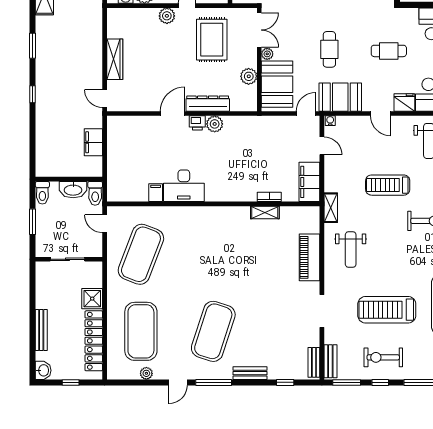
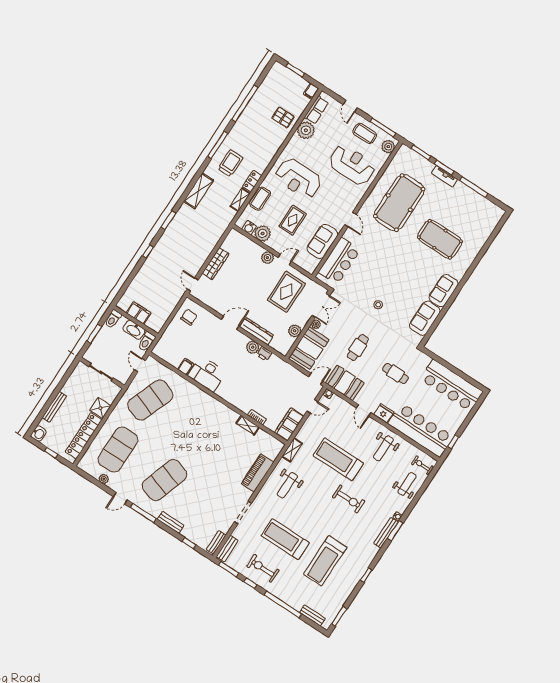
printer: (197, 123) -> (264, 354), moved
chair: (124, 137) -> (189, 317), added
filing cabinet: (93, 142) -> (139, 313), moved, turned 90
door: (322, 146) -> (312, 406), hinge flipped
treadmill: (388, 185) -> (338, 459), width x1.37, depth x1.38

